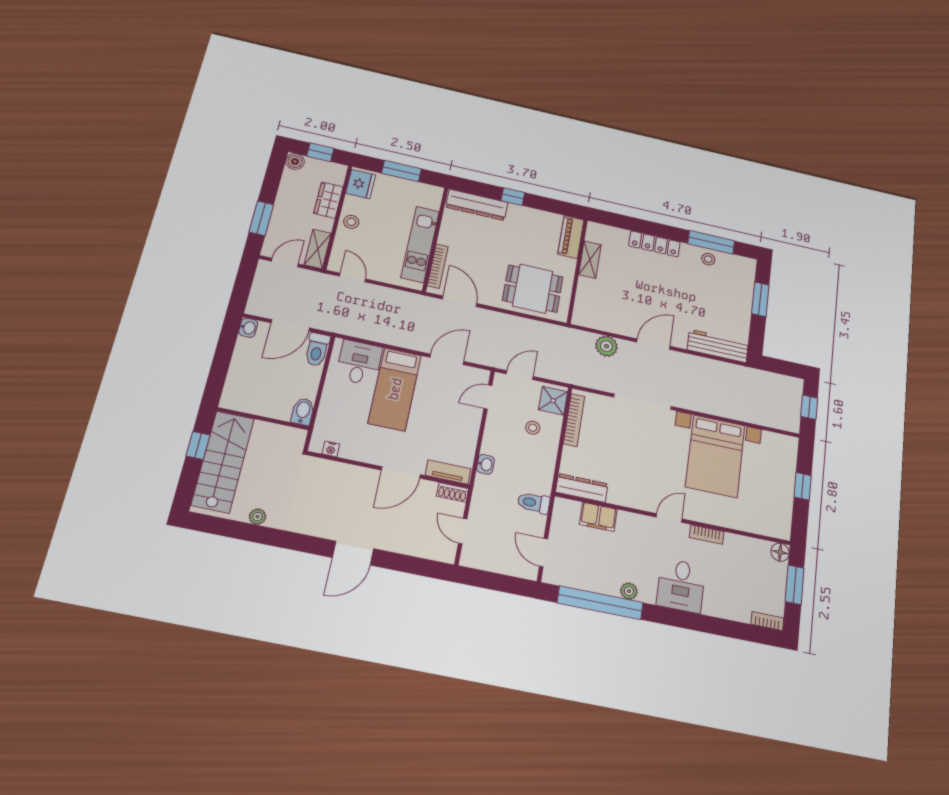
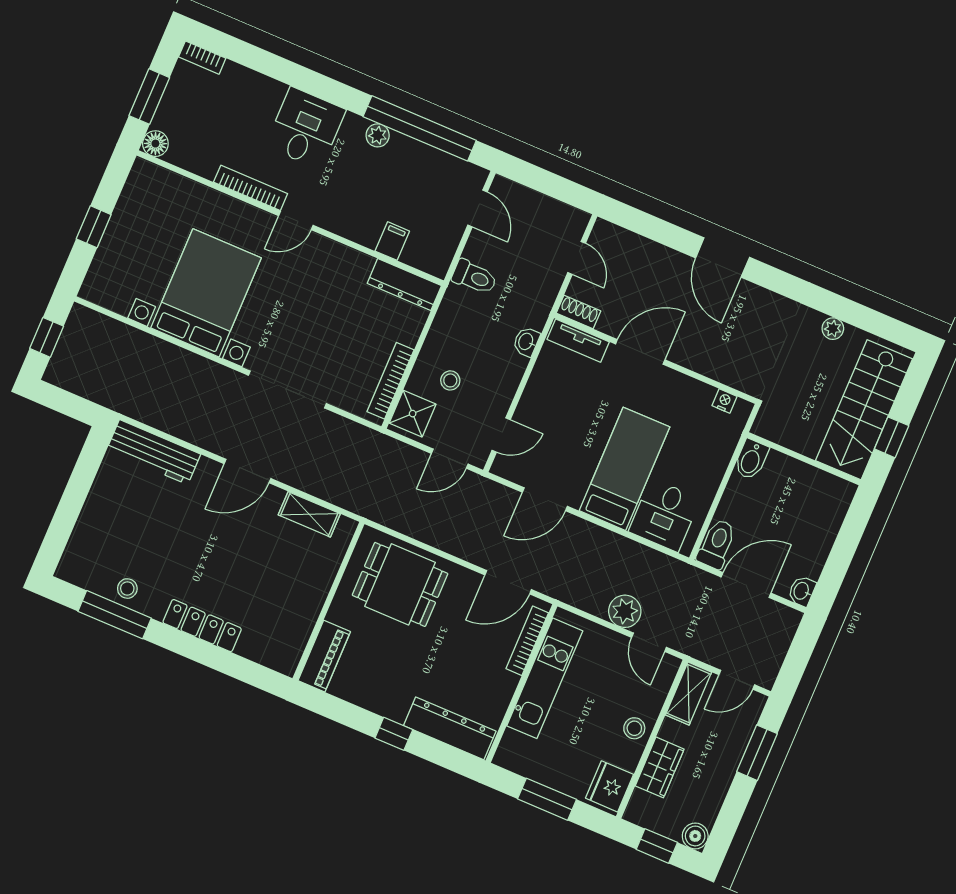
shelving: (590, 260) -> (309, 514), moved, turned 90
window: (760, 299) -> (67, 513), removed
door: (460, 301) -> (508, 582), hinge flipped
plant: (606, 346) -> (625, 611), moved
filing cabinet: (598, 517) -> (392, 241), width x0.50
bookcase: (707, 534) -> (251, 188), width x1.56
door: (353, 553) -> (723, 258), swing flipped

